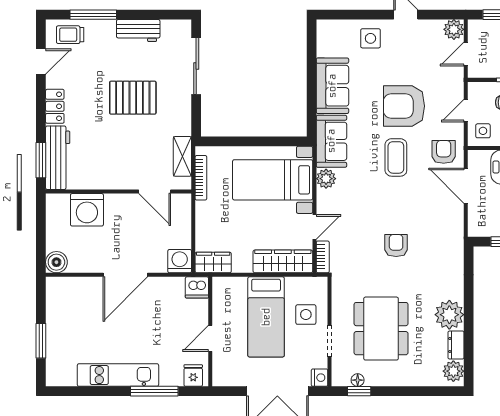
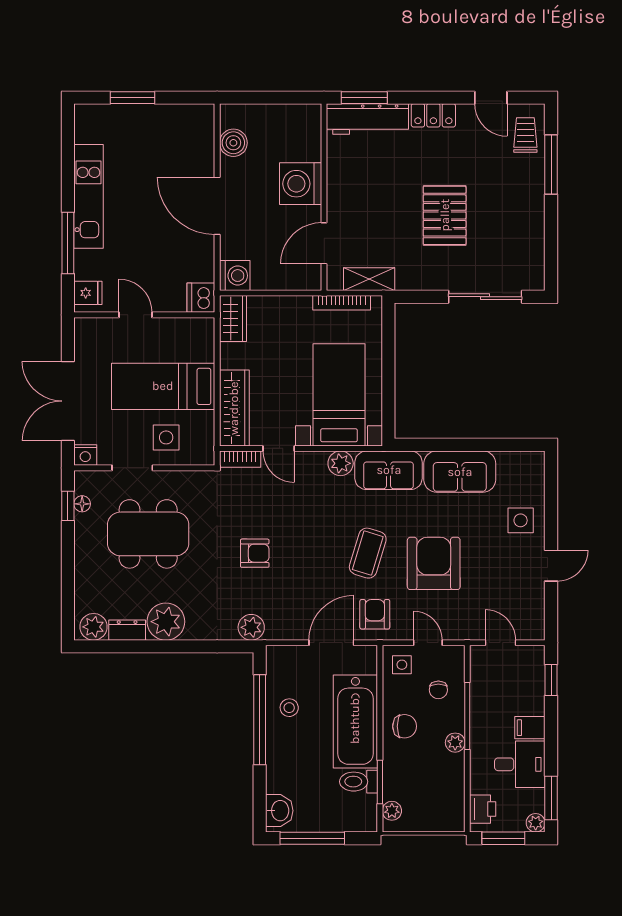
plant: (454, 29) -> (251, 627), moved
workbench: (138, 30) -> (531, 222), removed
armchair: (444, 152) -> (375, 614), turned -90
coffee table: (396, 157) -> (368, 553), turned -73
washing machine: (87, 210) -> (301, 184), moved
boiler: (56, 262) -> (233, 143), moved

